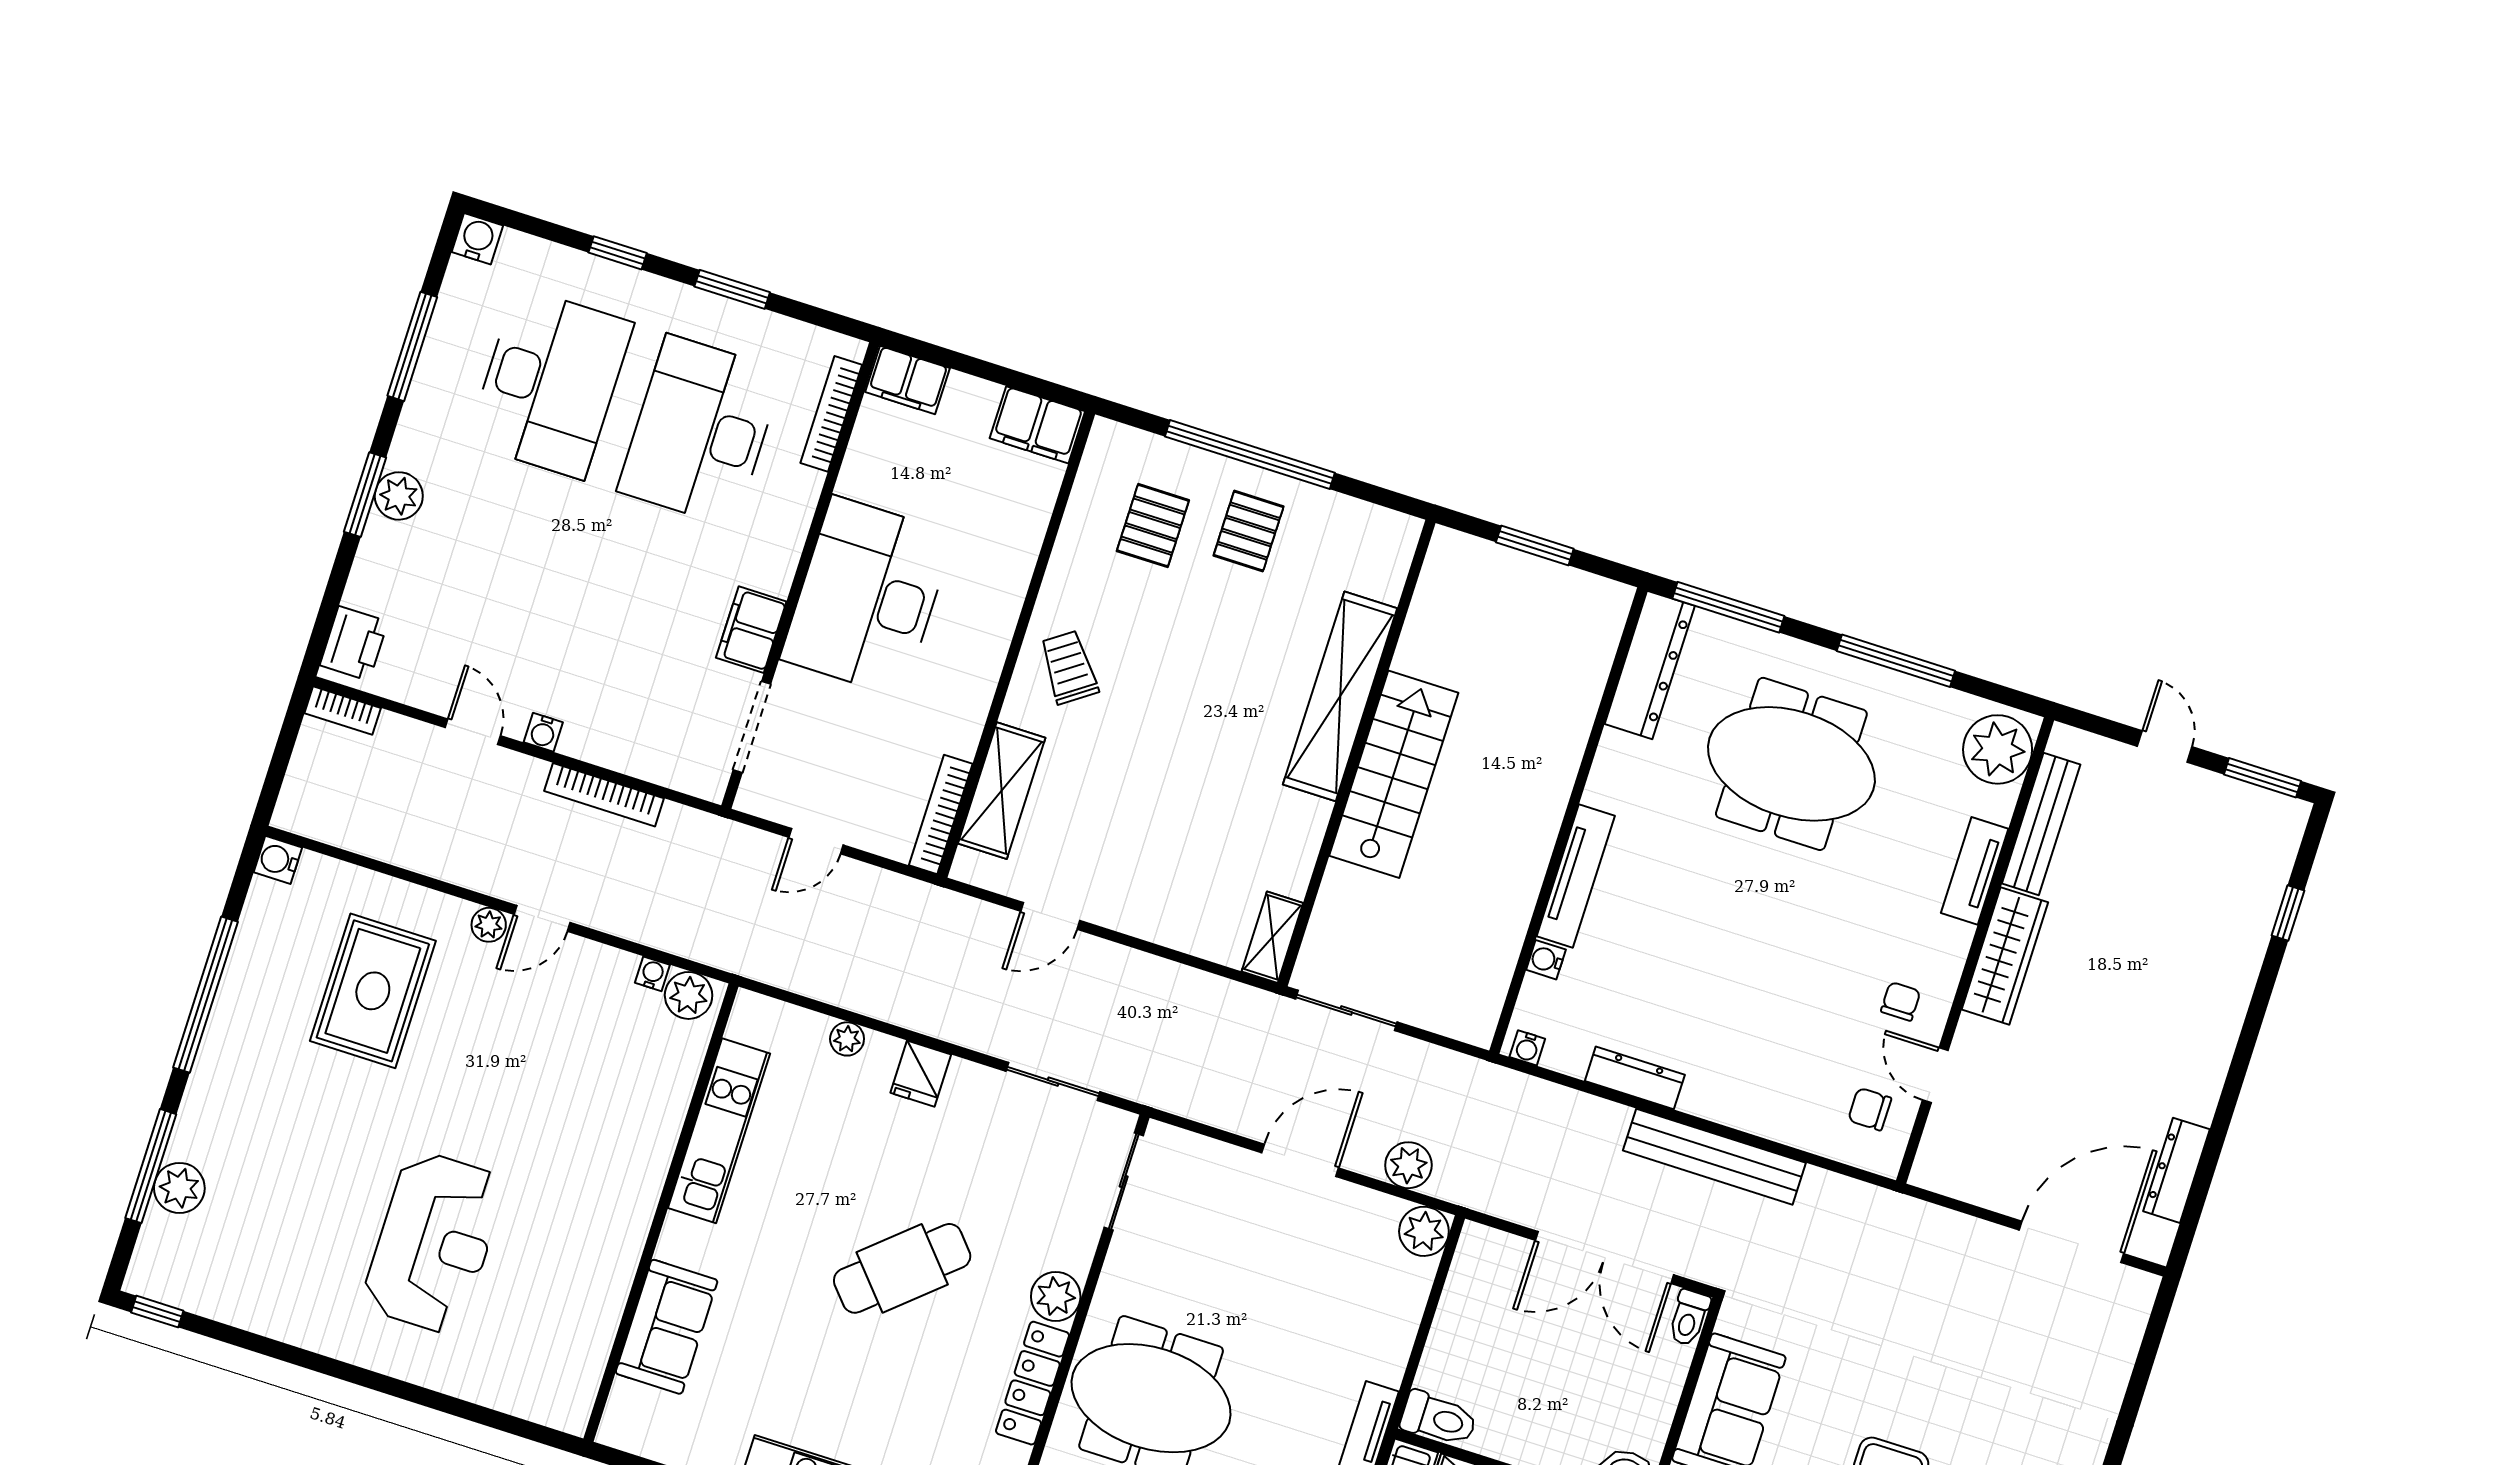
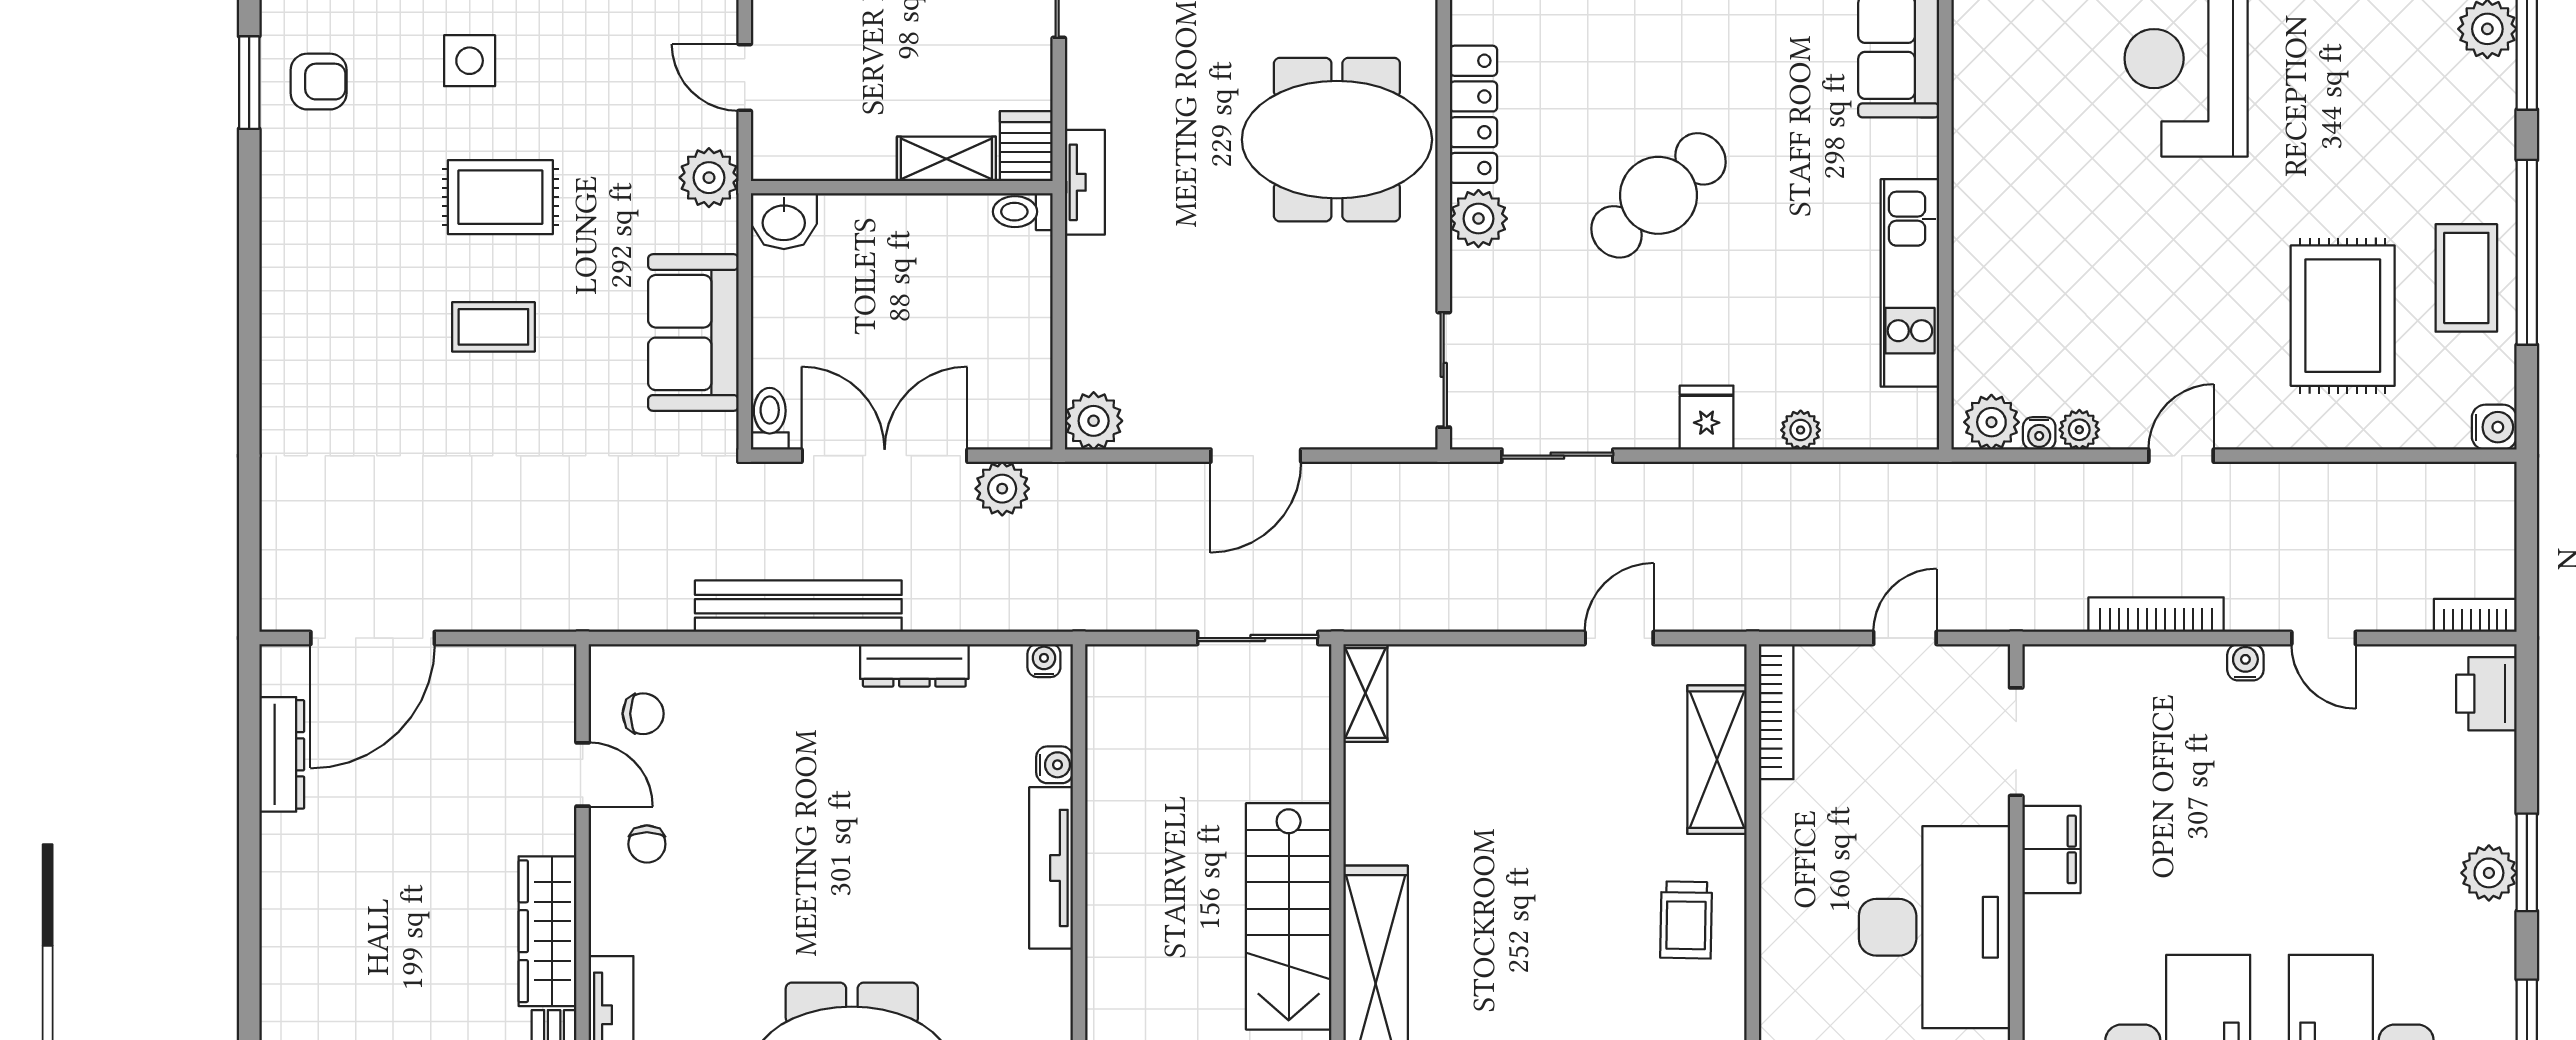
trolley: (1069, 667) -> (1686, 920), turned 36
plant: (489, 925) -> (2079, 430), moved
coffee table: (262, 989) -> (2466, 278), added
plant: (1408, 1165) -> (1002, 489), moved
toilet: (1439, 1419) -> (1023, 212), width x0.73, depth x0.72

